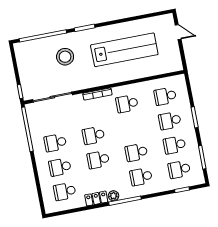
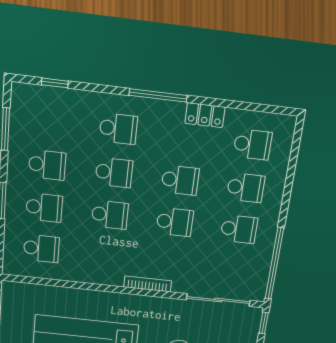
school desk: (127, 104) -> (110, 215), moved
school desk: (179, 169) -> (50, 121), removed
plant: (114, 196) -> (175, 110), removed

